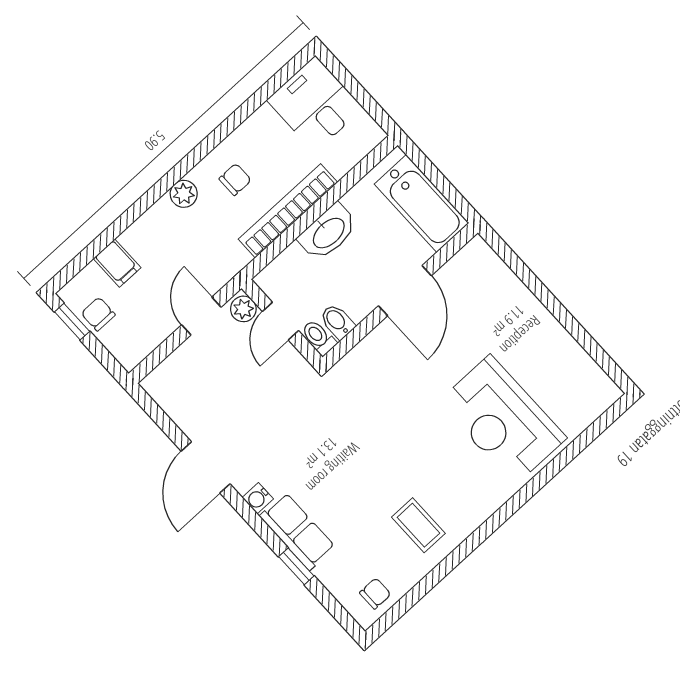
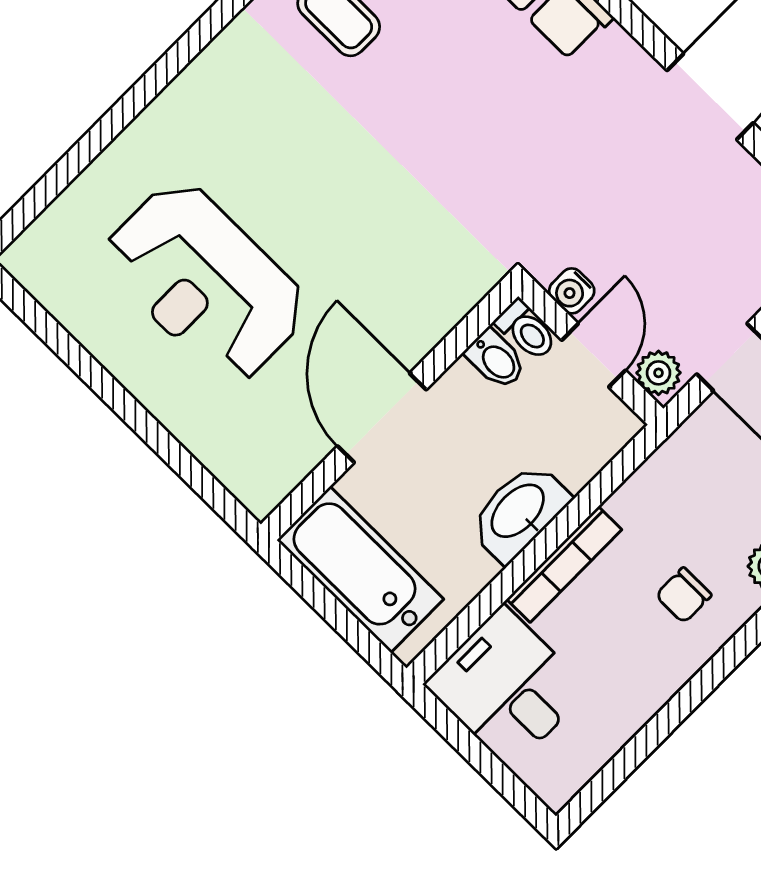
desk: (315, 104) -> (507, 687), moved, turned 180
bookcase: (288, 211) -> (564, 564), width x0.68, depth x0.76
reception desk: (502, 420) -> (205, 282), moved, turned 180
water cooler: (258, 498) -> (572, 291), moved, turned 180

